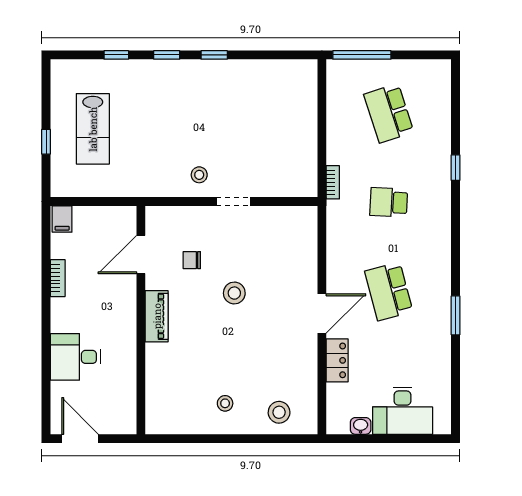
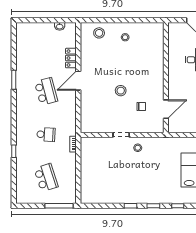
piano: (157, 316) -> (158, 79), removed
desk: (403, 411) -> (39, 34), removed

